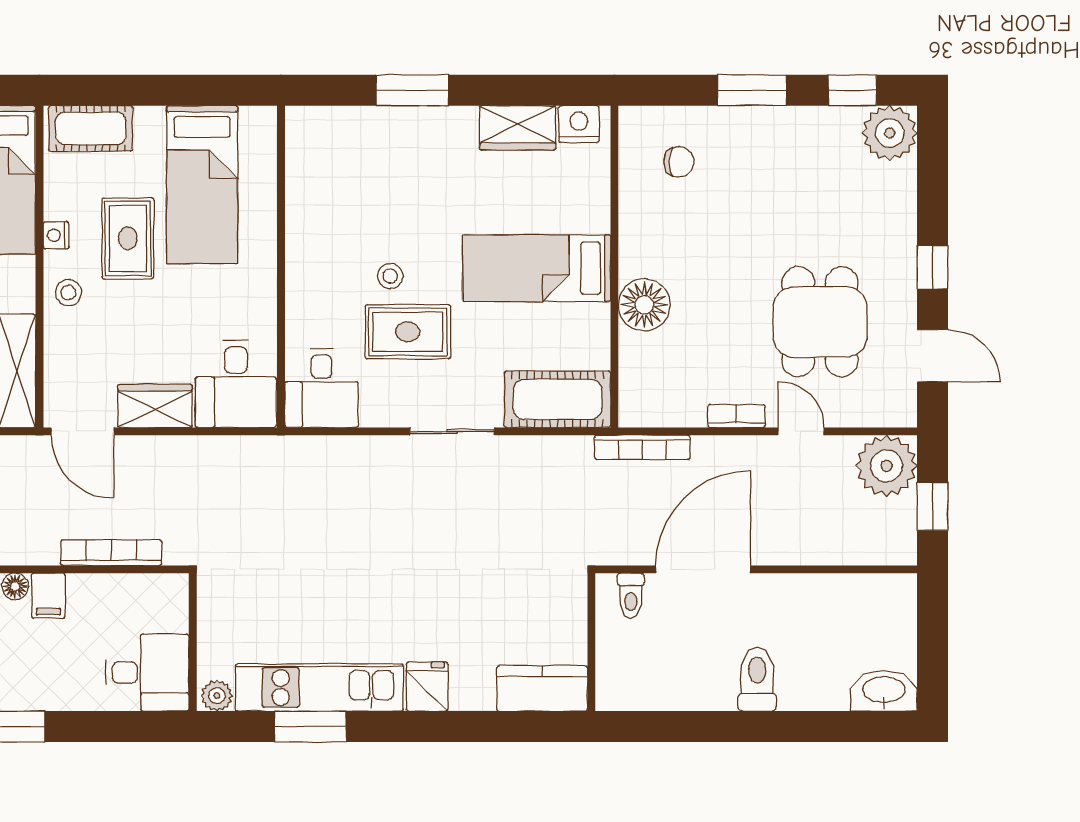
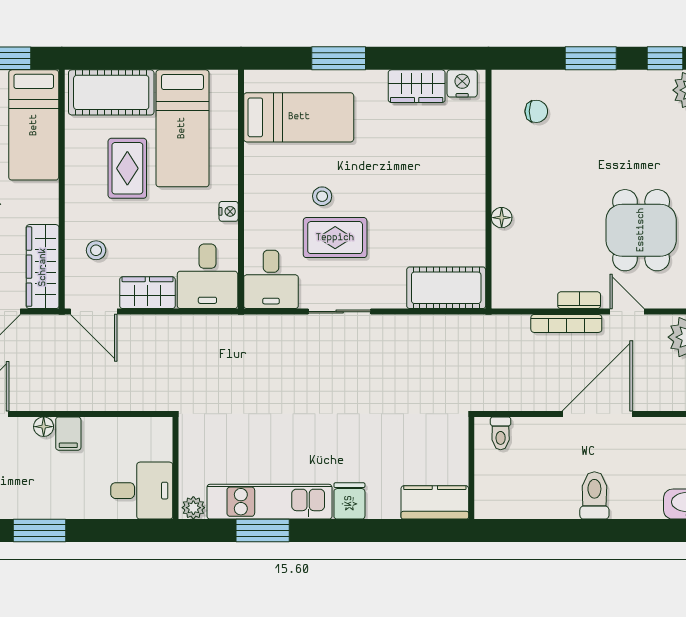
cot: (91, 128) -> (111, 92), width x1.37, depth x1.34
nightstand: (56, 235) -> (229, 211), moved, turned 180
bed: (537, 268) -> (299, 117), moved, turned 180
stool: (68, 293) -> (96, 250), moved
floor lamp: (644, 305) -> (502, 218), width x0.53, depth x0.53
sliding door: (452, 431) -> (340, 312), moved
bookcase: (642, 447) -> (566, 323), moved
bookcase: (111, 553) -> (115, 402), removed
door: (703, 569) -> (597, 414), moved

